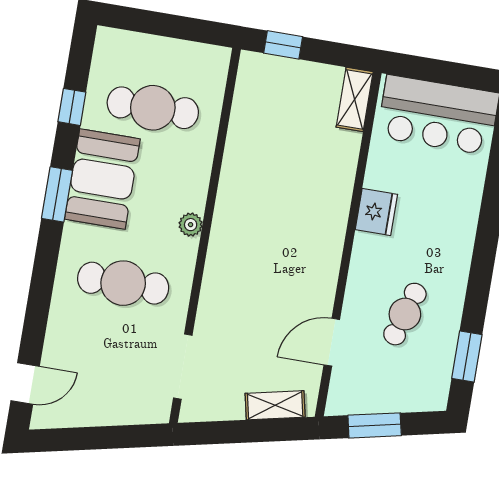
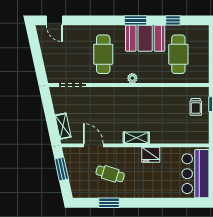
trolley: (282, 88) -> (196, 107), added
shelving: (355, 99) -> (136, 138), moved
window: (467, 357) -> (109, 203), moved

